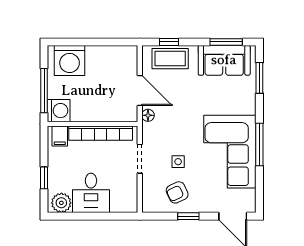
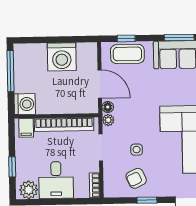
washing machine: (70, 61) -> (62, 57), moved
window: (44, 91) -> (10, 71), moved
plant: (148, 129) -> (108, 120), added
bookcase: (132, 199) -> (95, 185), added

